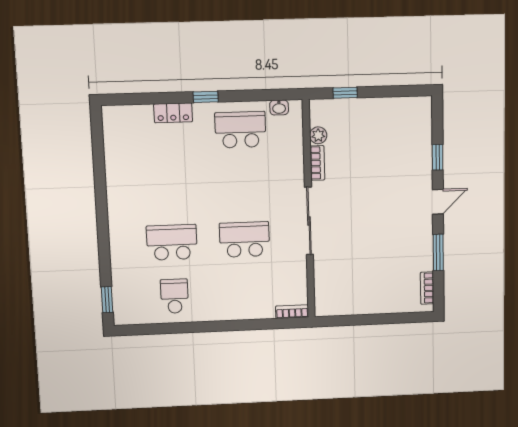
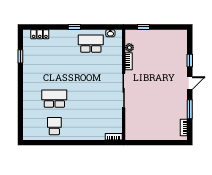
locker: (173, 113) -> (40, 34), moved
school desk: (245, 240) -> (91, 99), removed
window: (107, 300) -> (20, 56), moved

